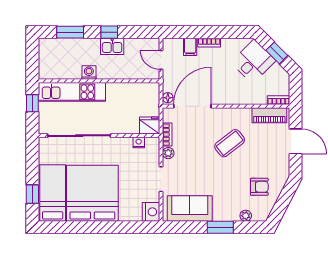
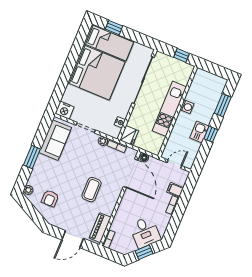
kitchen unit: (72, 92) -> (169, 109), moved
coffee table: (230, 143) -> (92, 190), turned 38
plant: (246, 216) -> (28, 190), moved

